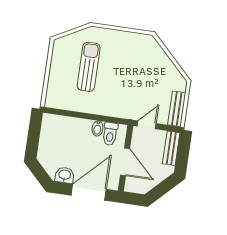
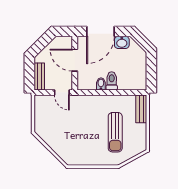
bench: (177, 109) -> (141, 109), moved
door: (147, 125) -> (62, 92), hinge flipped
toilet: (110, 134) -> (112, 81), moved

